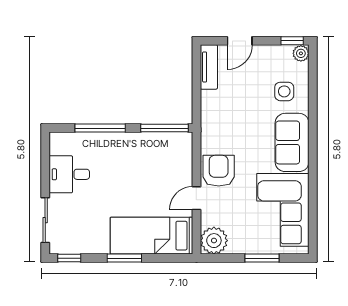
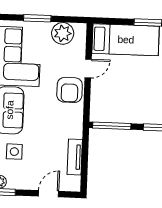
tv unit: (209, 67) -> (75, 157), moved
plant: (214, 241) -> (63, 33), moved

